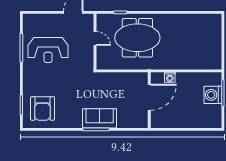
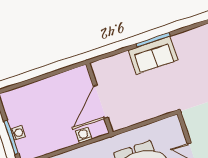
washing machine: (213, 95) -> (18, 133), width x0.53, depth x0.53

